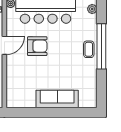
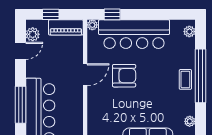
plant: (92, 85) -> (190, 121), added

